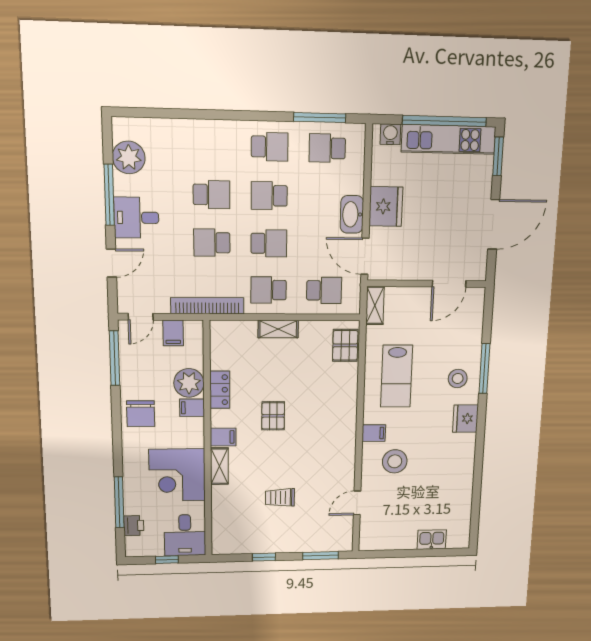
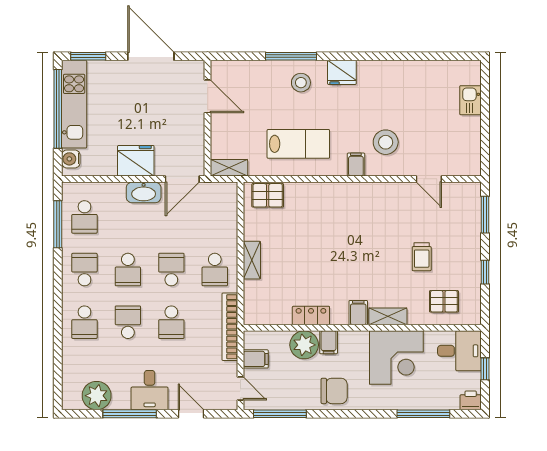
school desk: (324, 290) -> (84, 322), moved, turned 180
pallet: (273, 416) -> (444, 301), moved
printer: (134, 526) -> (471, 400), moved

